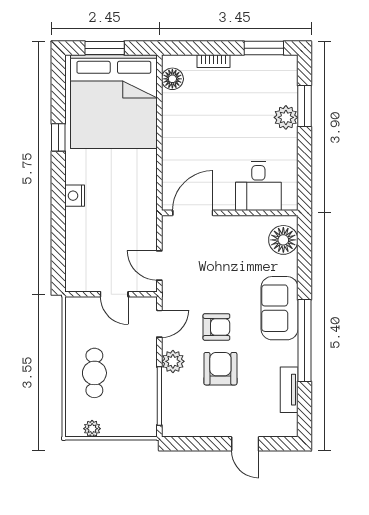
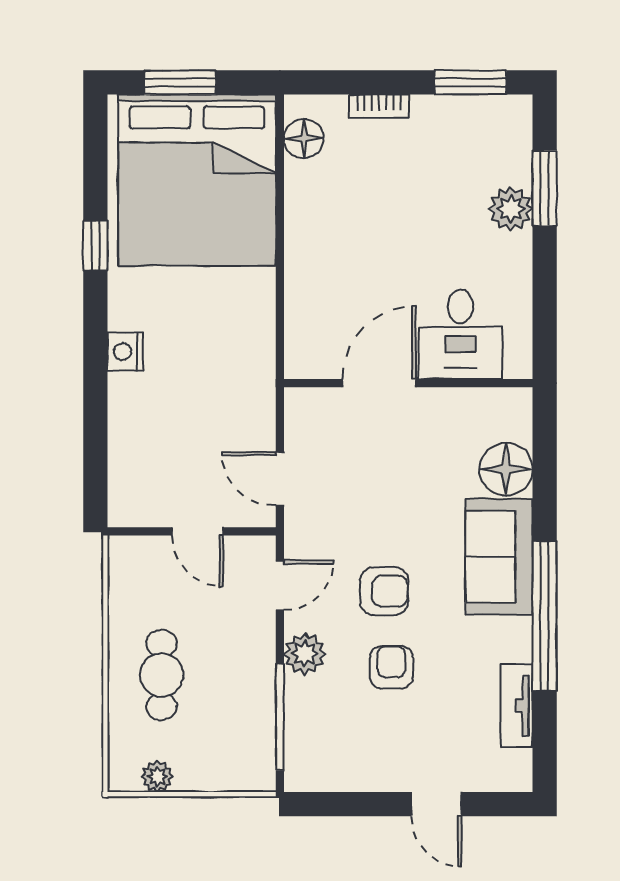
door: (193, 213) -> (379, 383), moved
floor lamp: (283, 240) -> (506, 469), moved
armchair: (220, 369) -> (391, 667), width x0.72, depth x0.72

